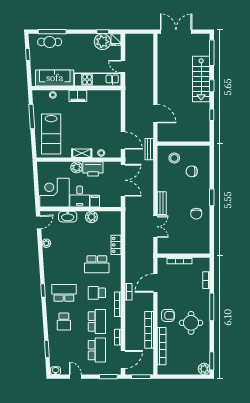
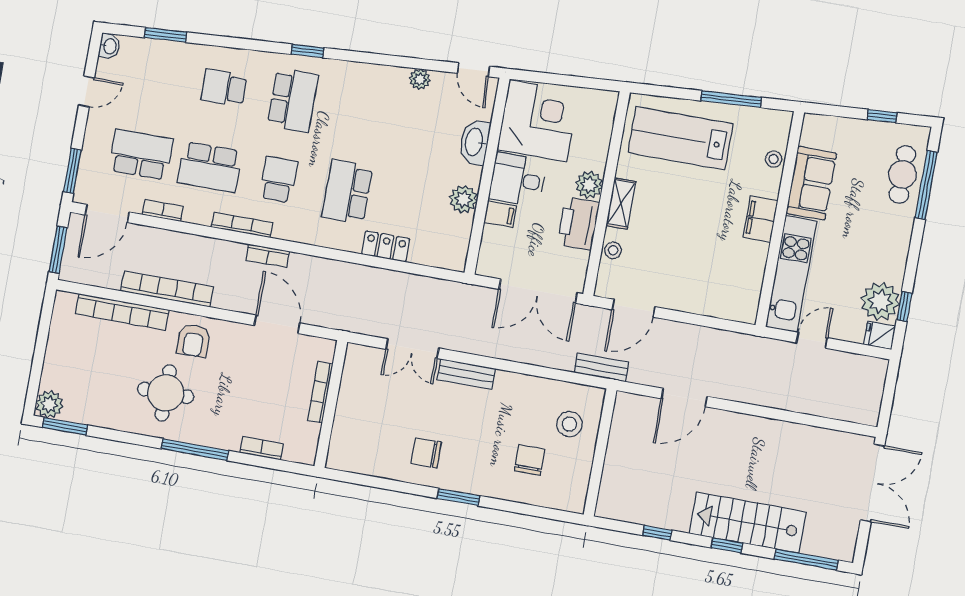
sofa: (55, 78) -> (811, 183), width x0.73
school desk: (97, 350) -> (141, 155), turned 180
door: (123, 359) -> (107, 213), hinge flipped

